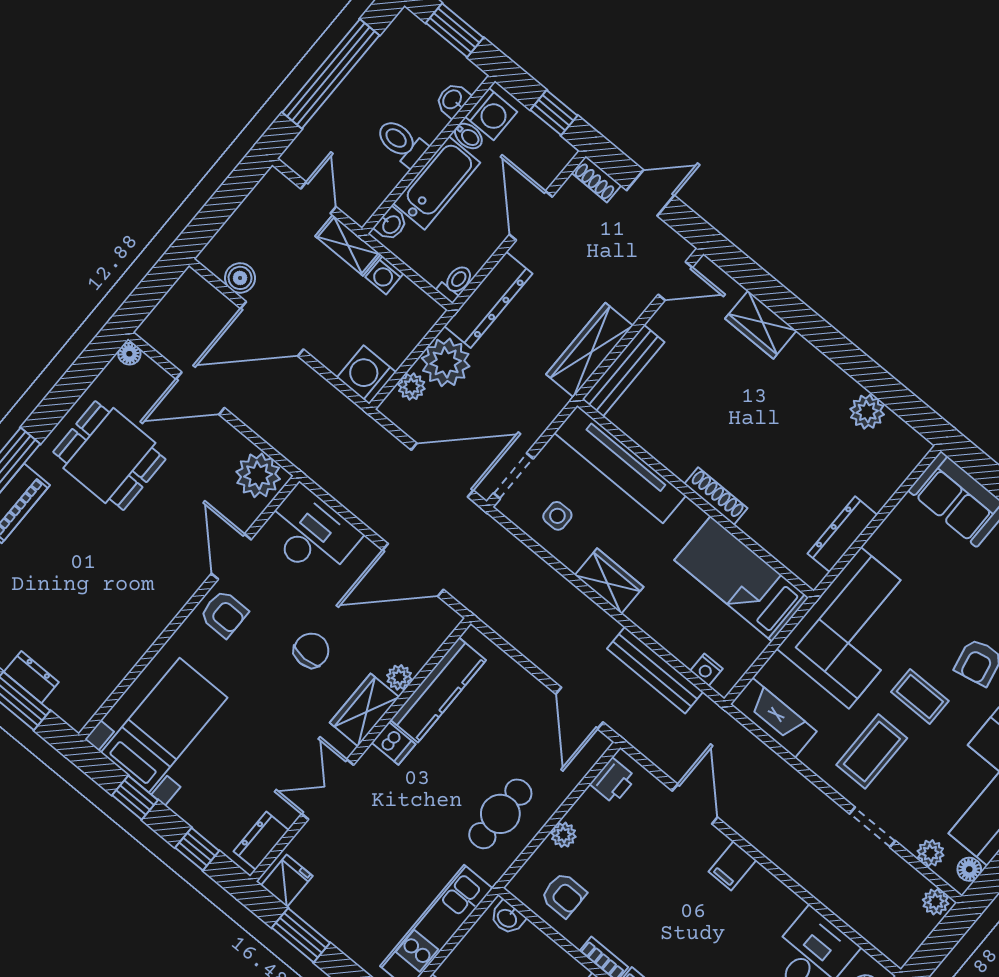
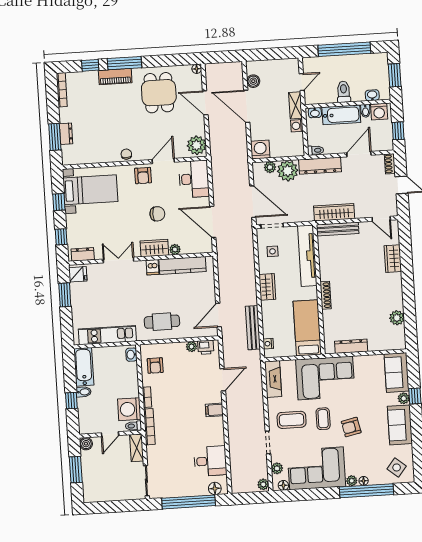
chair: (161, 608) -> (126, 154), added
plant: (564, 835) -> (191, 347), moved

